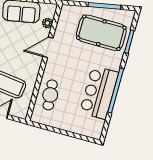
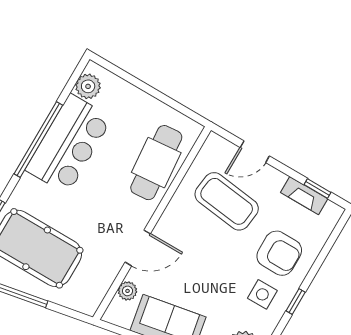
cafe table: (50, 95) -> (156, 163), width x1.37, depth x1.35
plant: (97, 126) -> (88, 86), added

